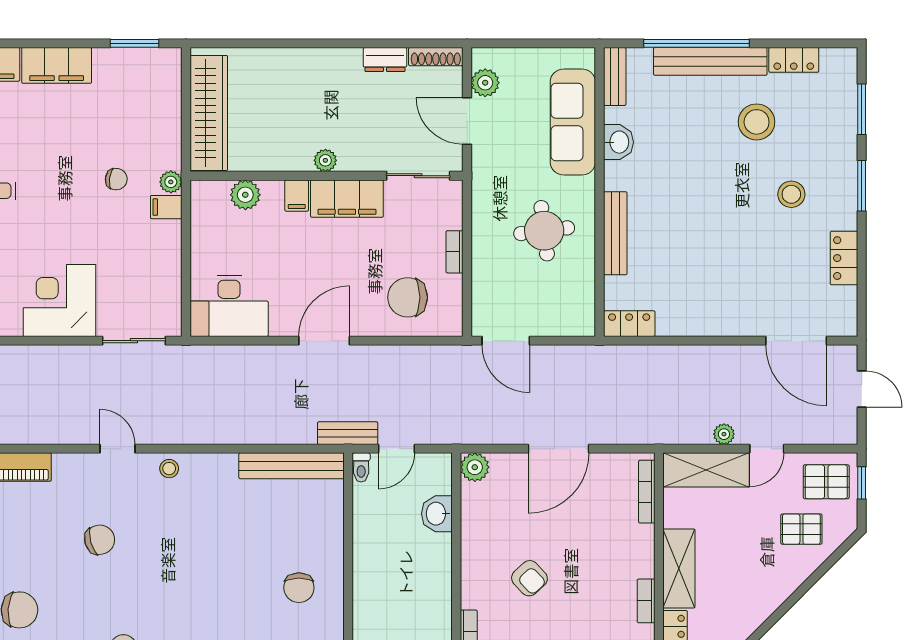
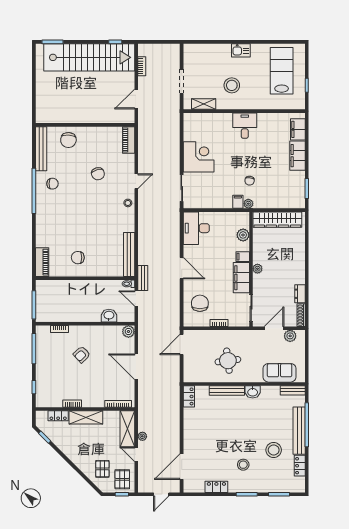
sofa: (573, 122) -> (280, 373), width x0.73
washbasin: (618, 142) -> (253, 392), moved

